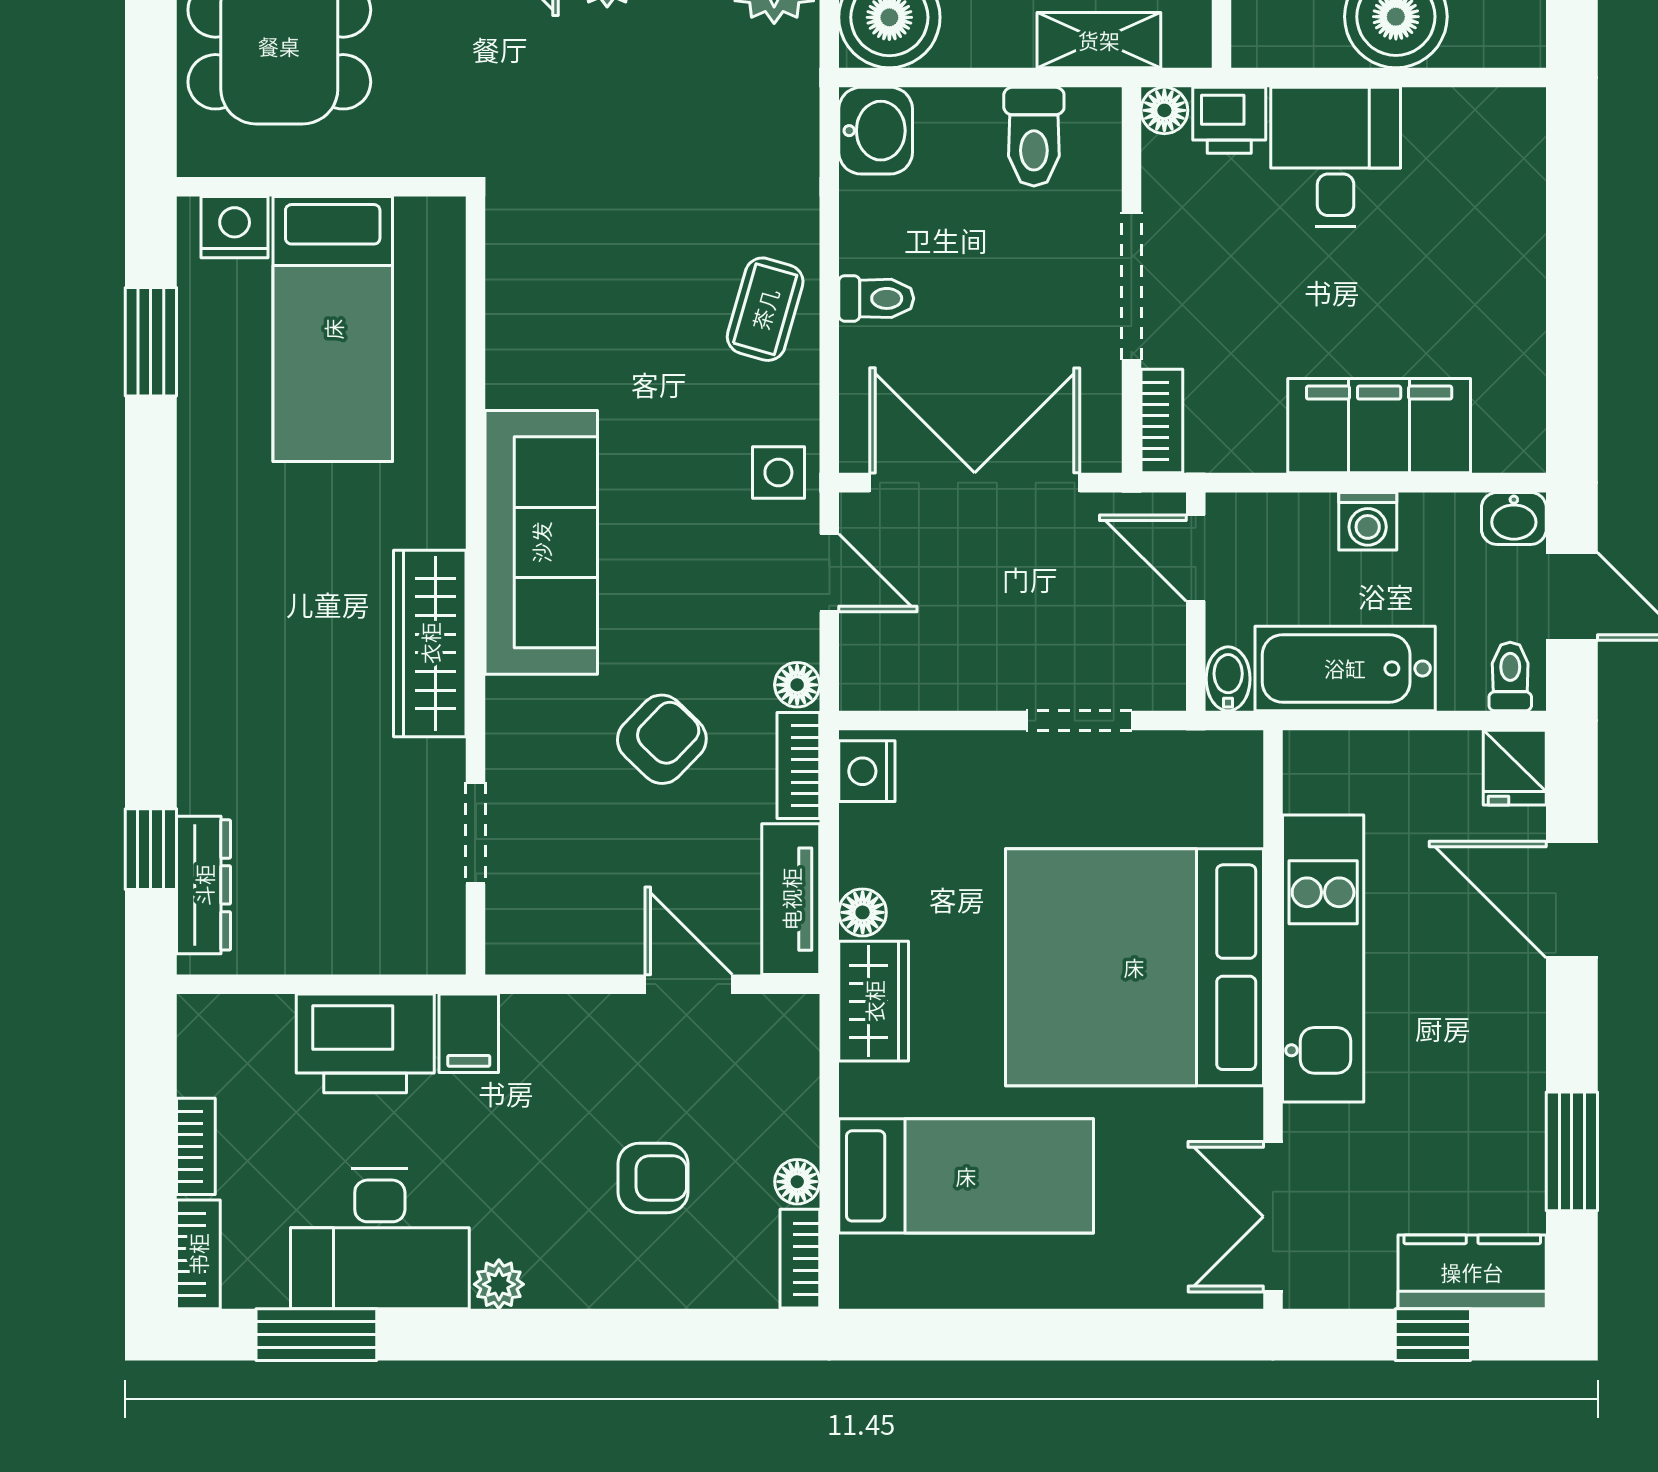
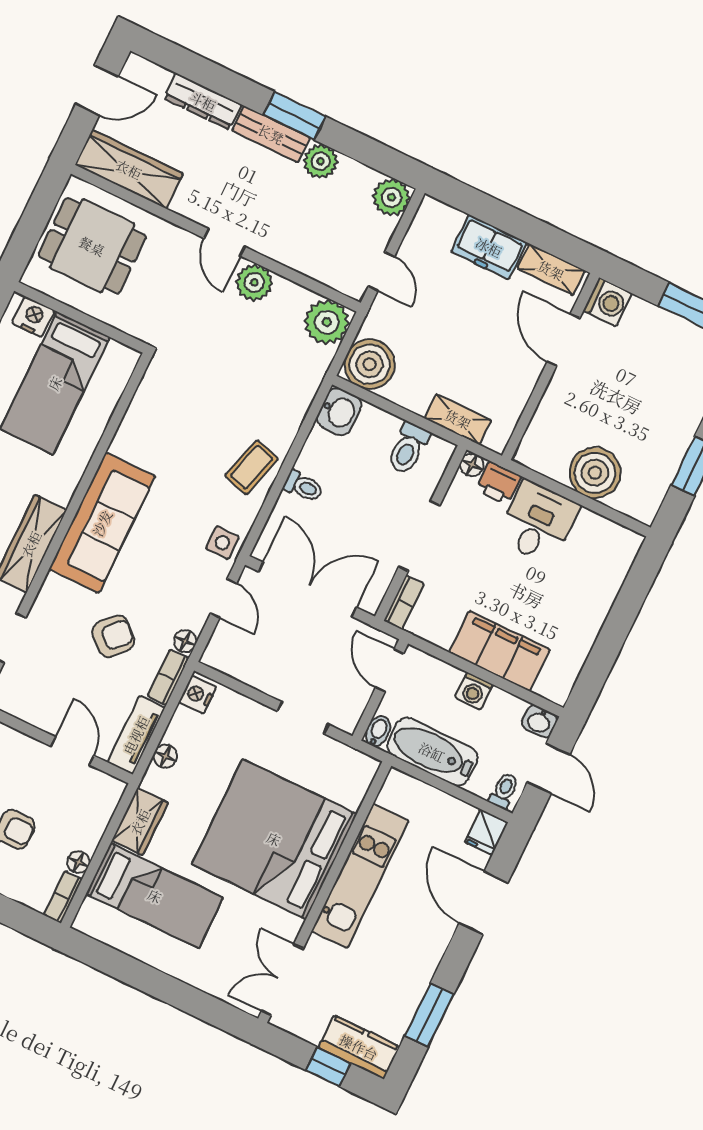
wardrobe: (874, 1001) -> (140, 822), moved

